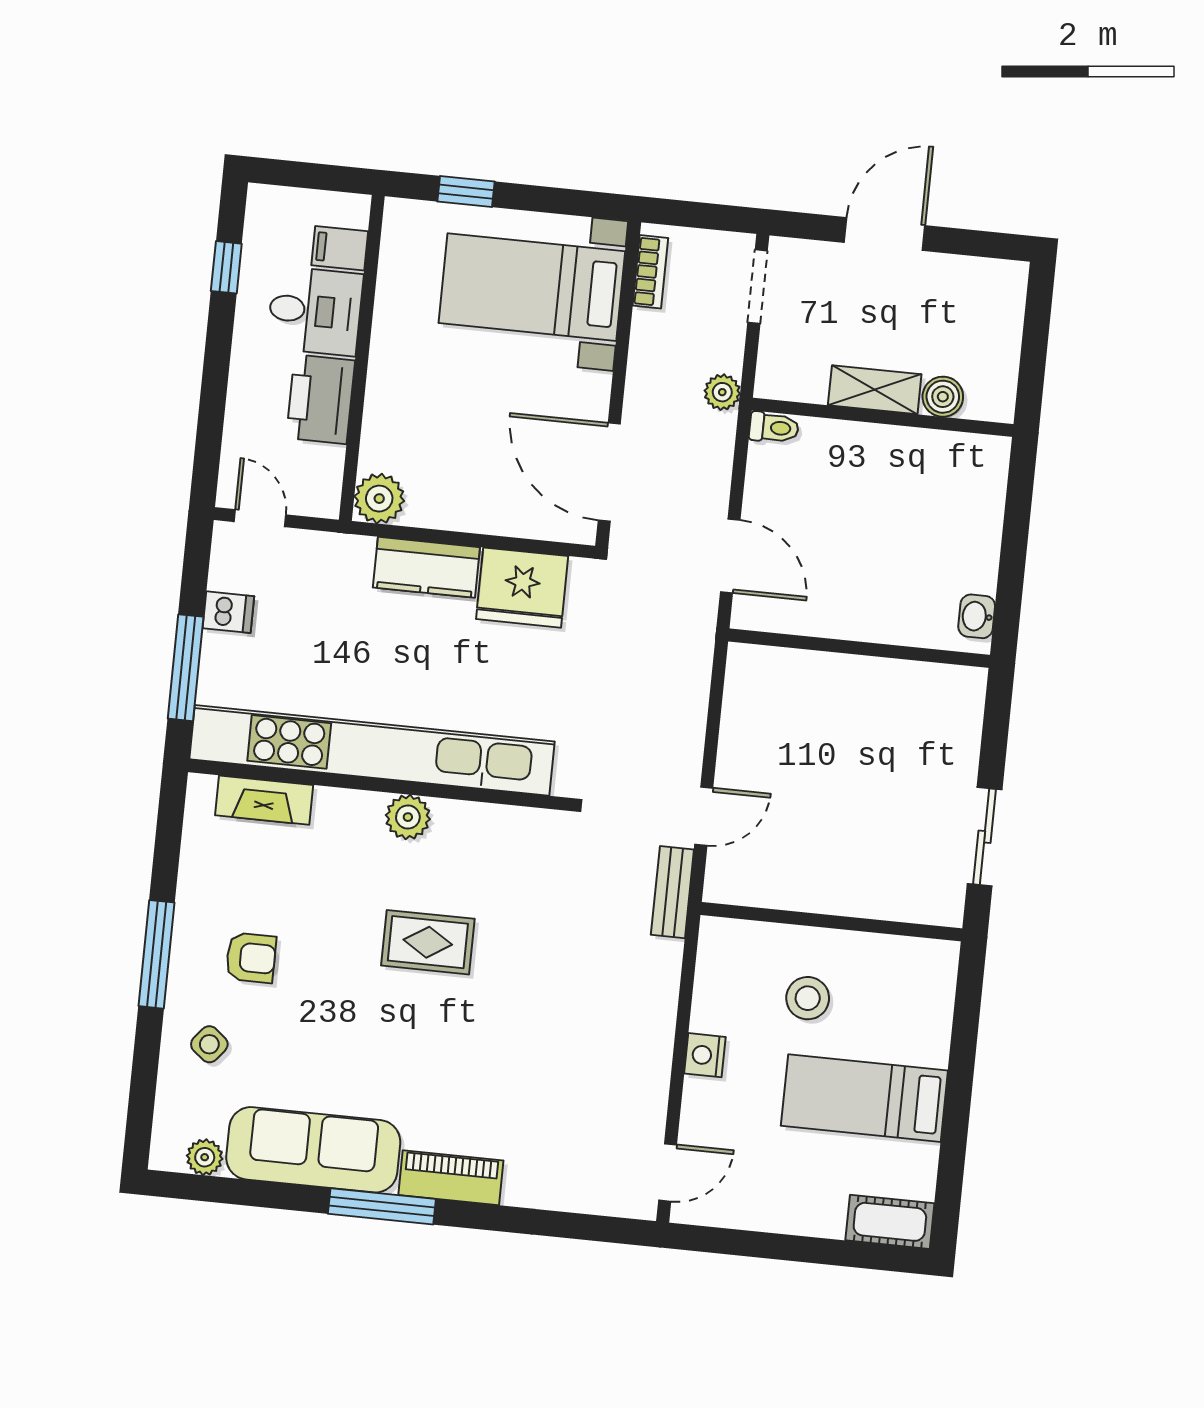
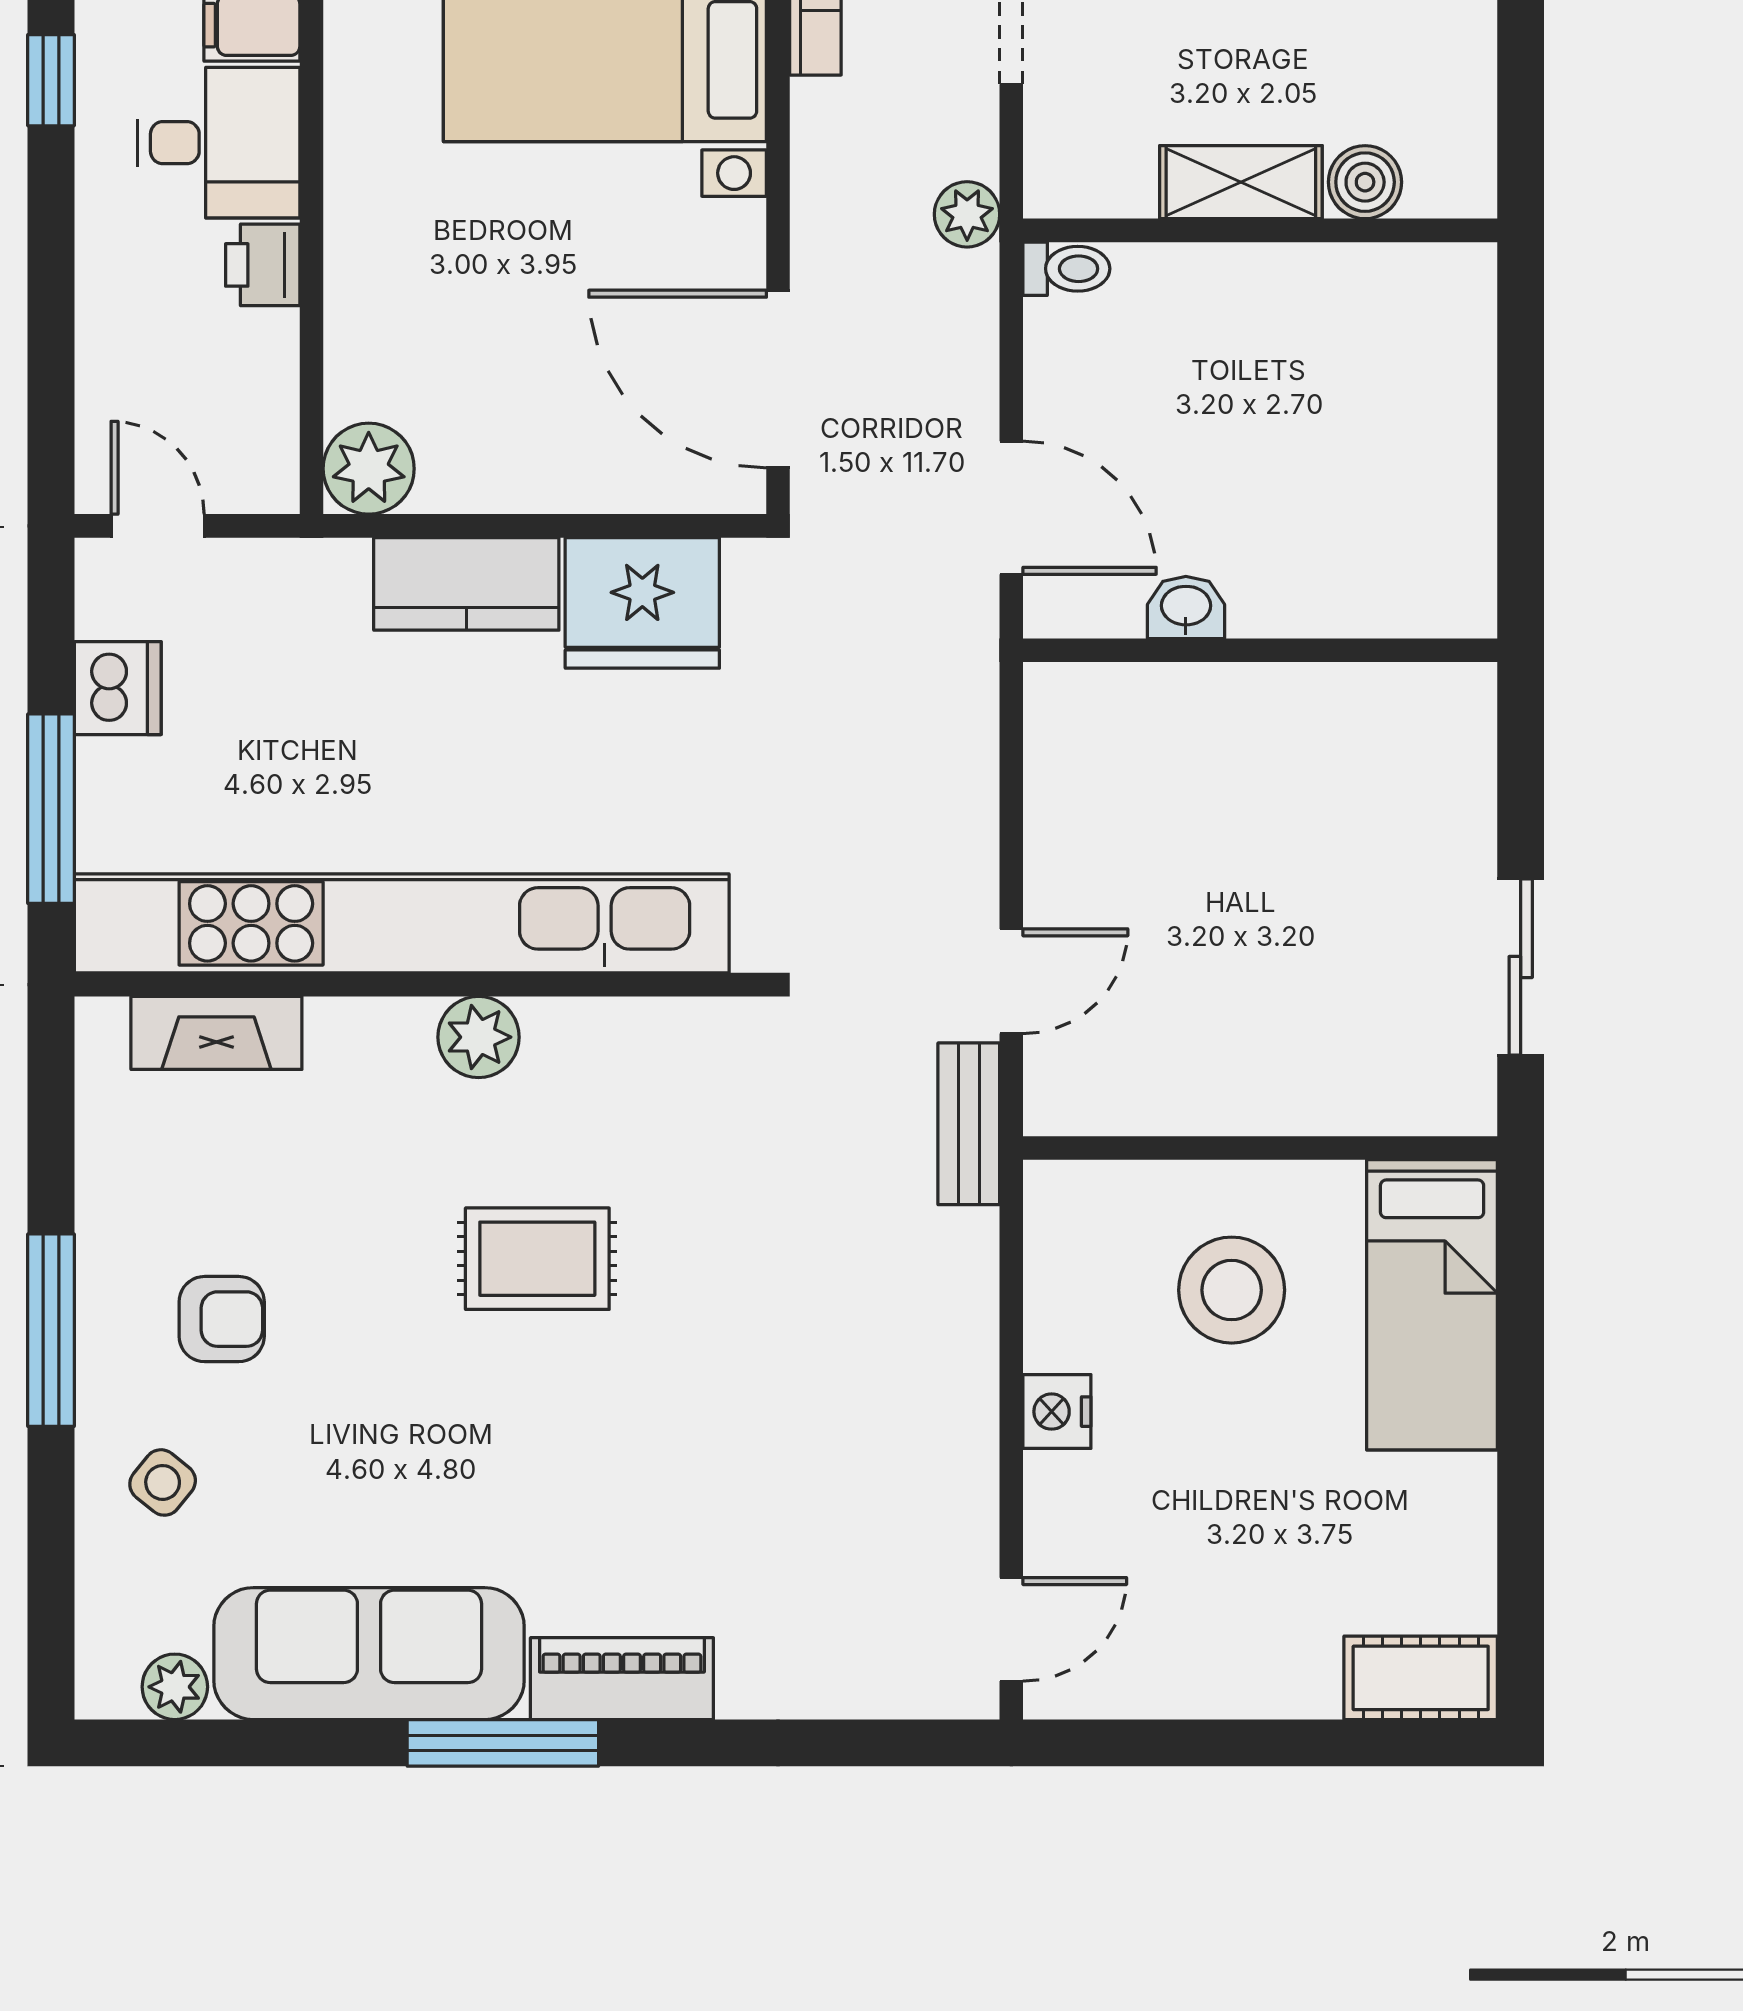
printer: (321, 399) -> (263, 265), width x0.53, depth x0.68
dishwasher: (228, 612) -> (118, 688), width x1.38
washbasin: (977, 616) -> (1186, 607), moved, turned 90
stool: (808, 998) -> (1232, 1290), width x1.38, depth x1.38
bed: (864, 1098) -> (1432, 1305), moved, turned -90

